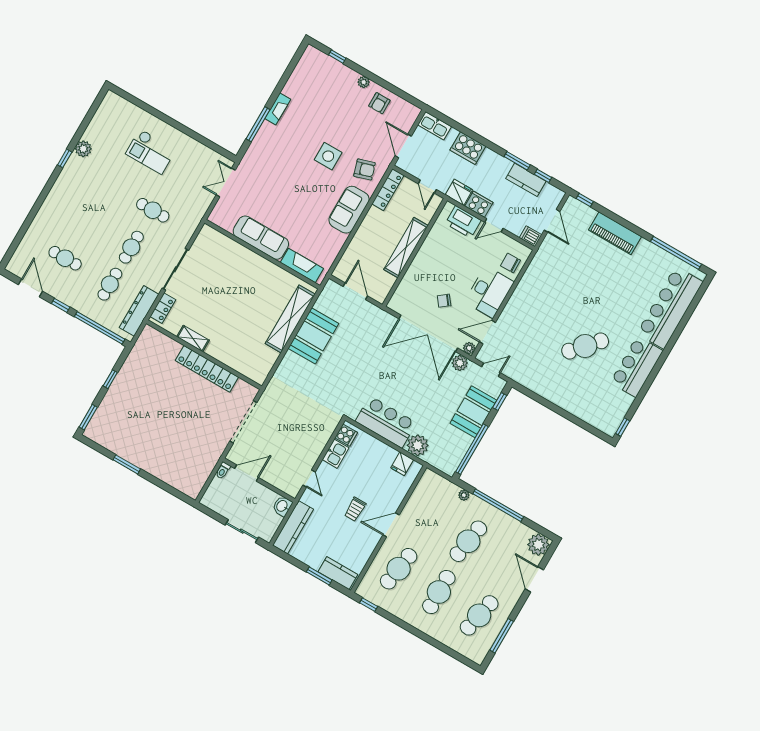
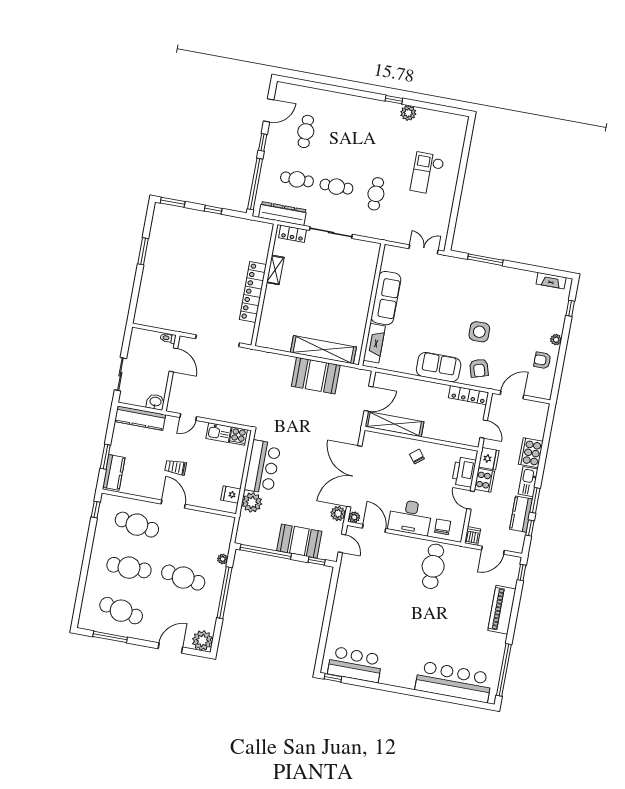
fireplace: (278, 109) -> (551, 281), moved
kitchen sink: (435, 126) -> (528, 482), moved
door: (427, 187) -> (484, 429), swing flipped
shelving: (406, 248) -> (394, 424), moved
chair: (444, 301) -> (417, 456), moved
cafe table: (585, 346) -> (433, 566), moved, turned 48
bar counter: (637, 367) -> (355, 665), moved

